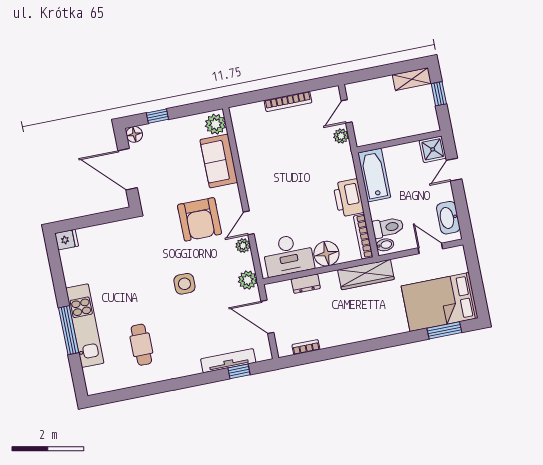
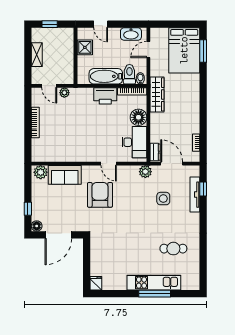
shelving: (412, 79) -> (37, 55), moved
shower: (433, 149) -> (85, 47), moved
bathtub: (374, 175) -> (106, 76), moved
armchair: (200, 219) -> (100, 195), turned -90
plant: (243, 246) -> (123, 170), removed
side table: (184, 284) -> (163, 199), moved
dresser: (306, 284) -> (155, 152), moved
door: (267, 317) -> (172, 164), swing flipped

